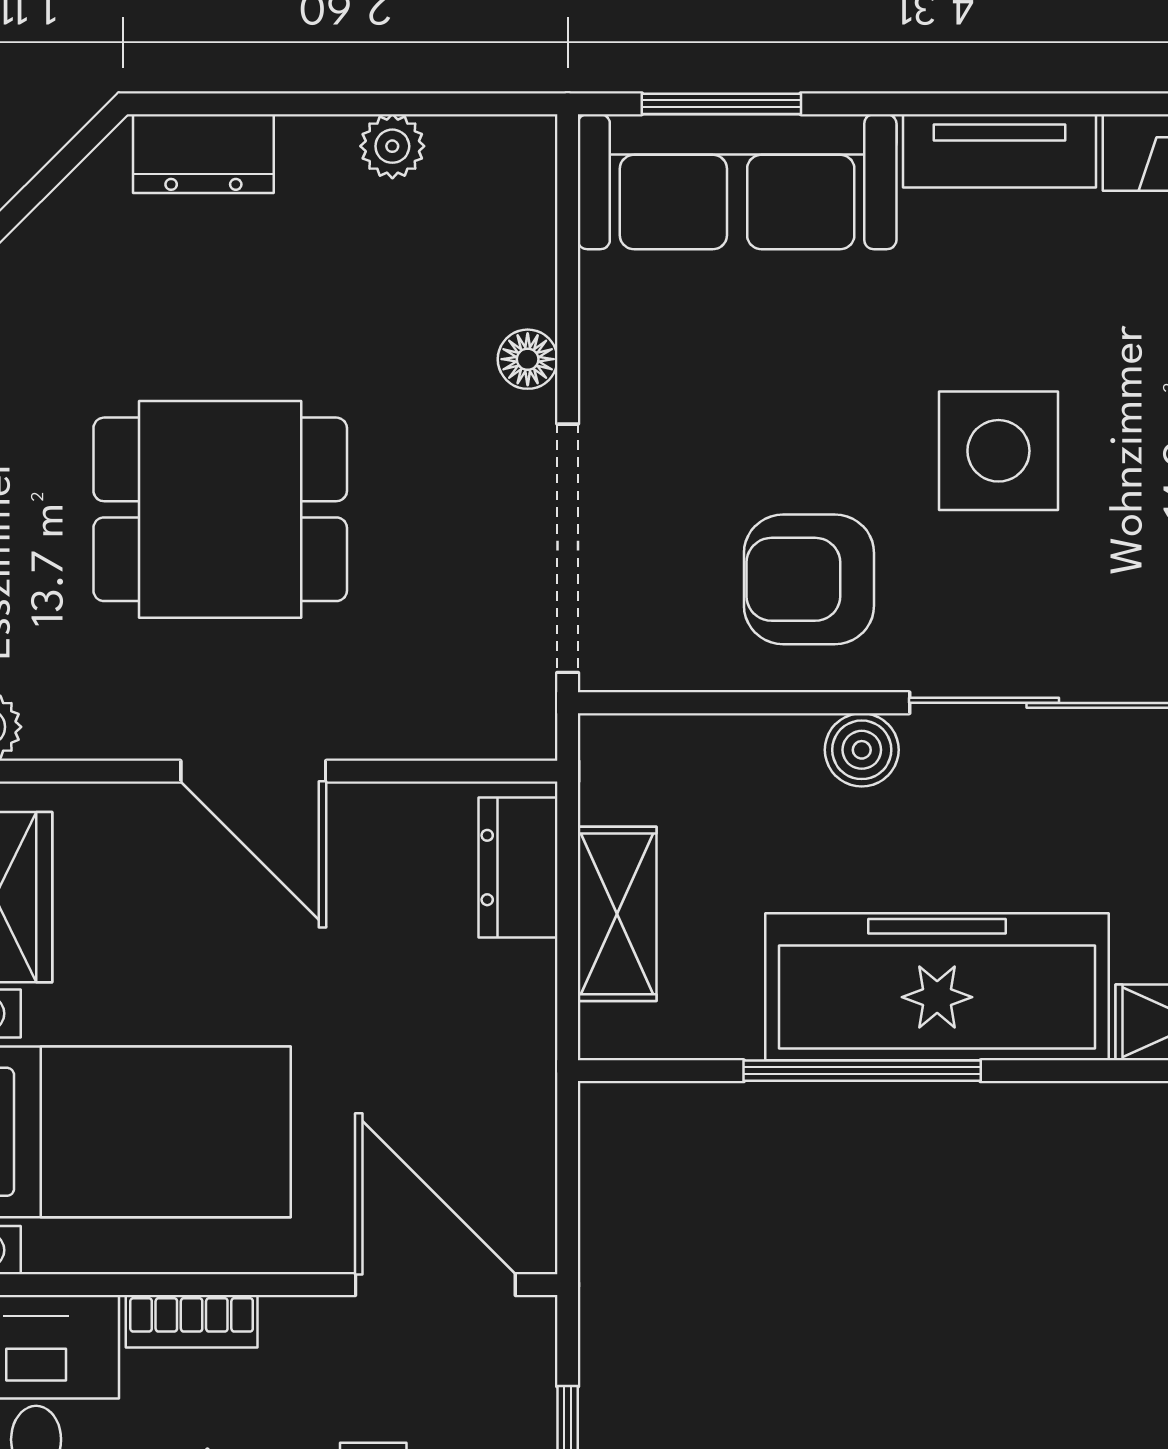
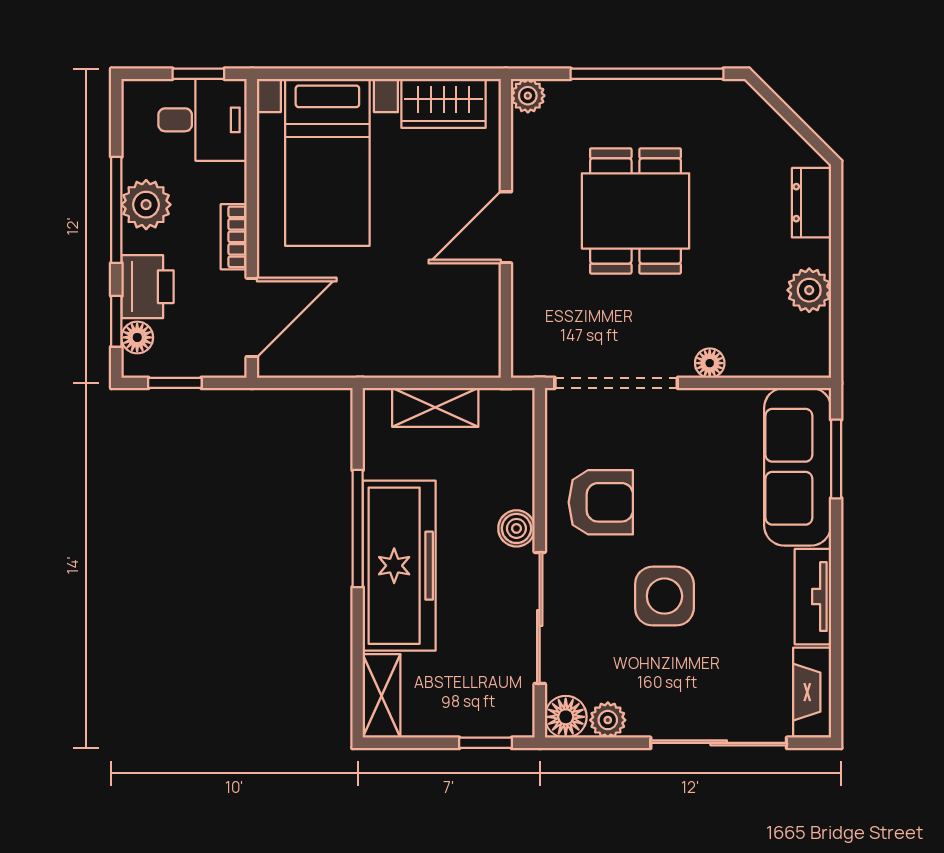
plant: (392, 146) -> (809, 290), width x1.38, depth x1.38
armchair: (809, 579) -> (601, 502), turned 90
dresser: (518, 868) -> (458, 358), removed
bookcase: (192, 1321) -> (234, 237), moved

